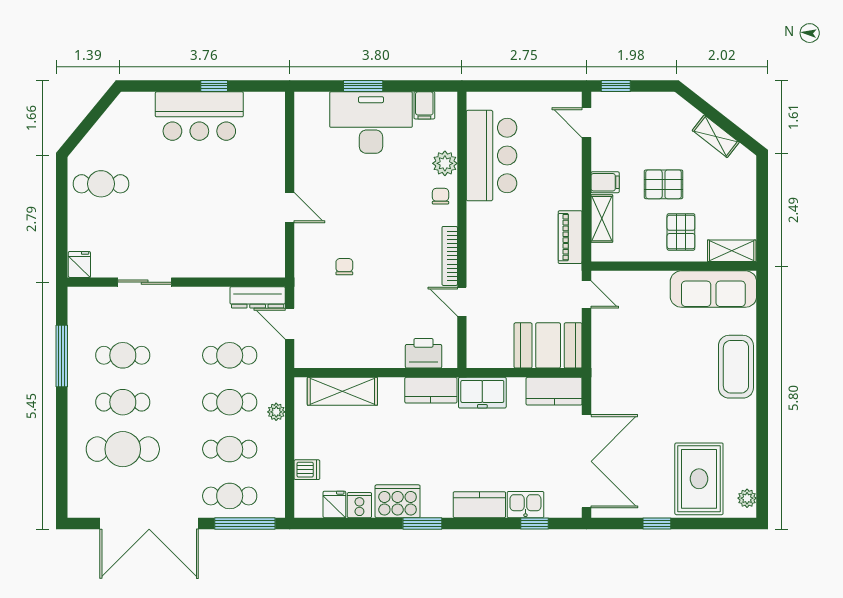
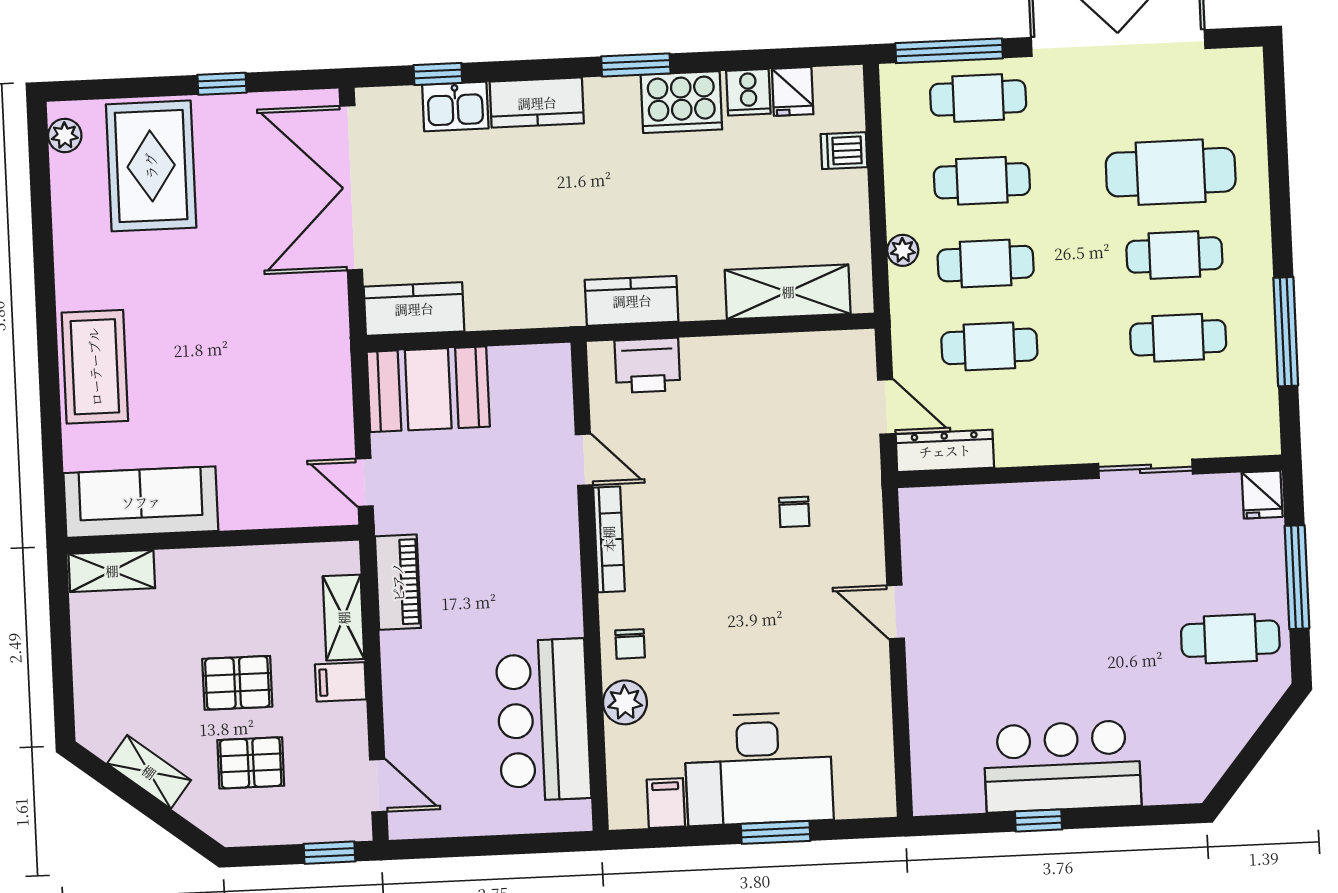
window: (62, 217) -> (1297, 577), added
pallet: (681, 232) -> (251, 763), moved, turned 90
freezer: (482, 393) -> (540, 301), removed

